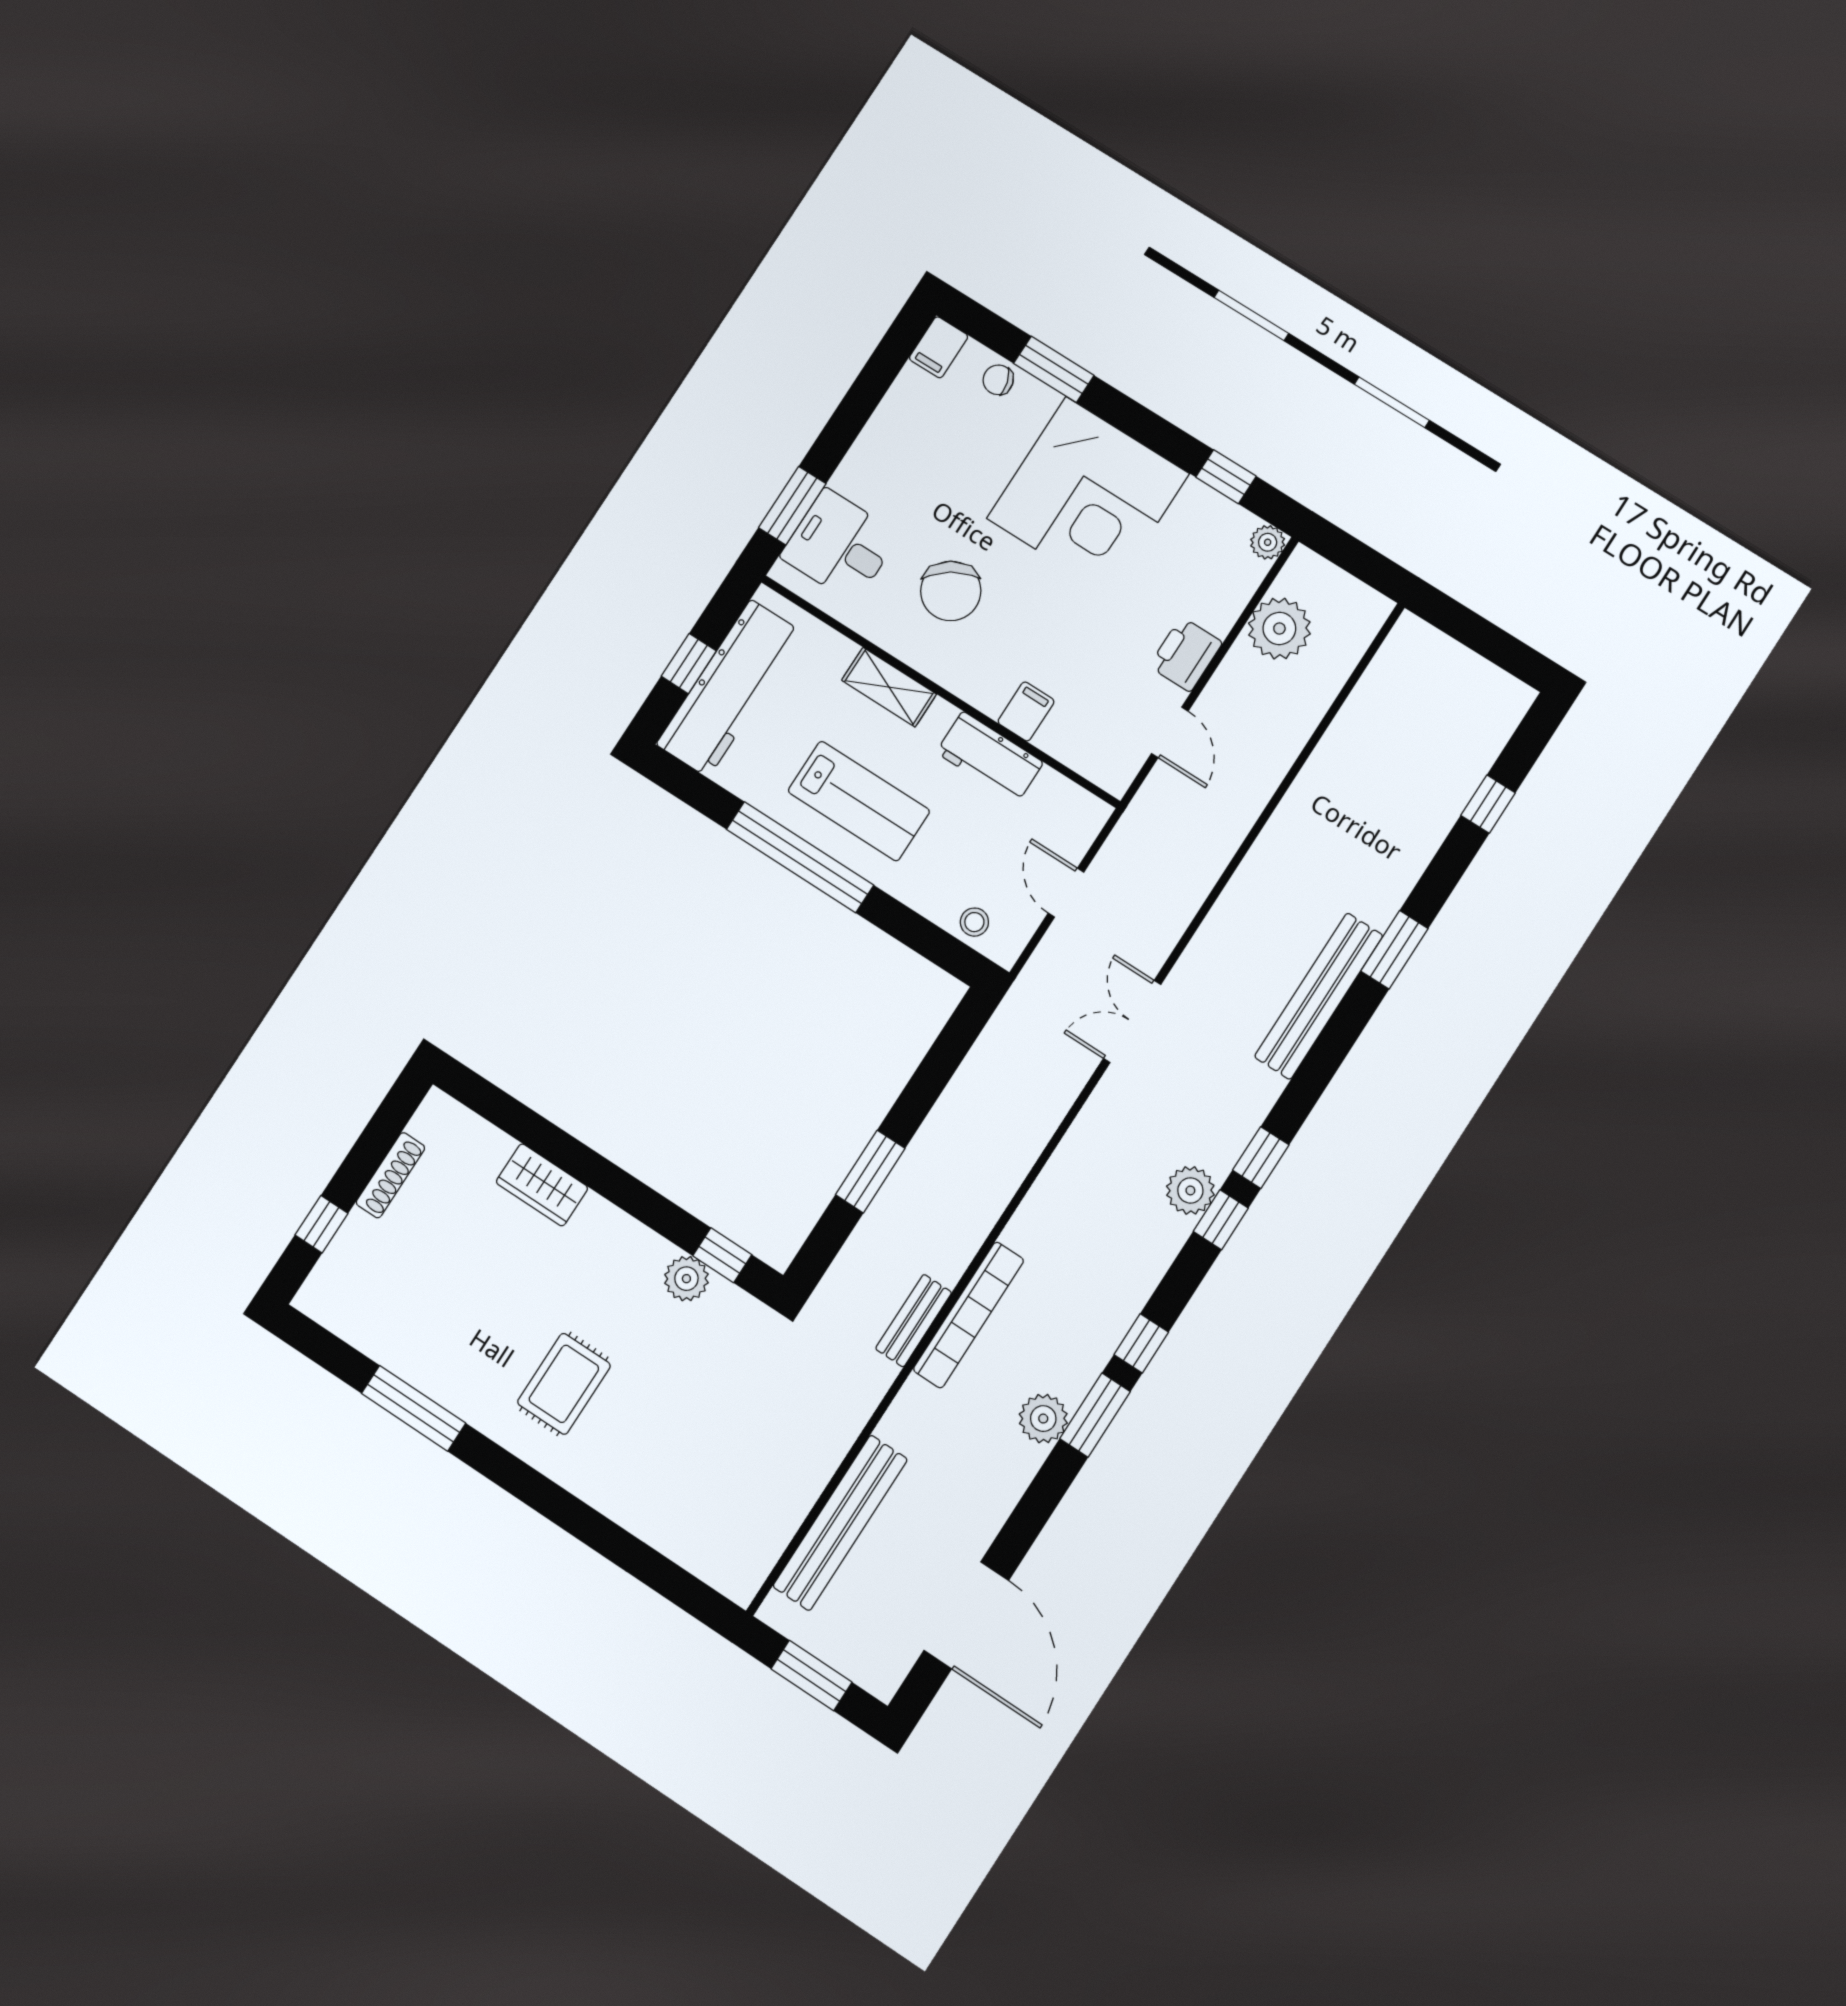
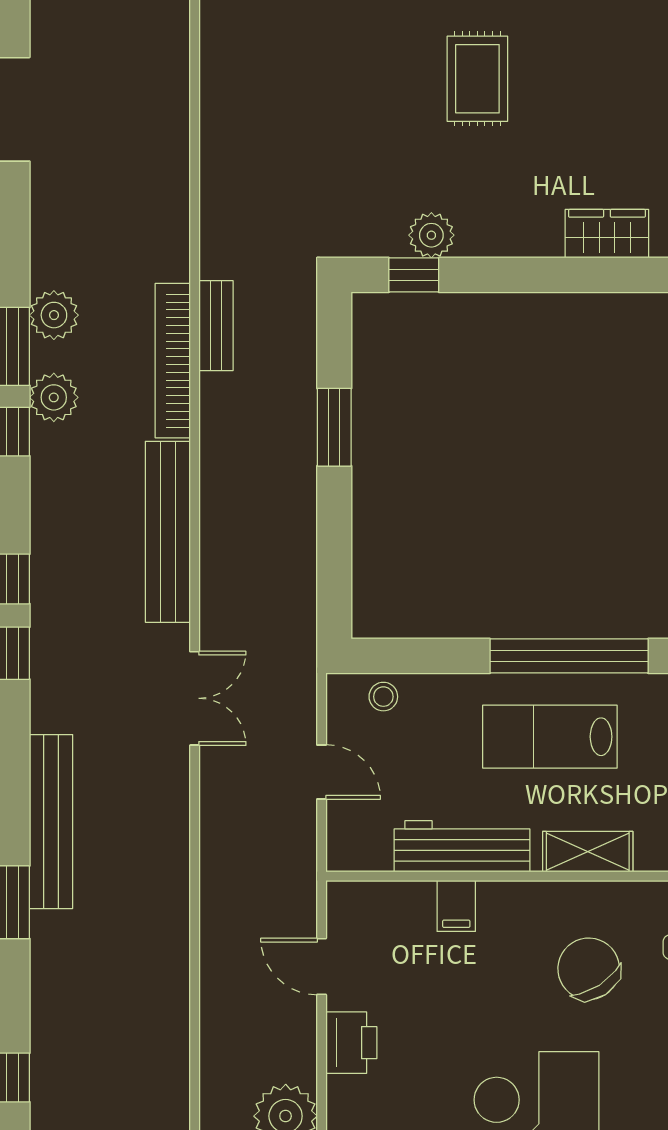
workbench: (990, 757) -> (462, 846), width x1.38
plant: (1190, 1190) -> (54, 397), moved
bench: (840, 1523) -> (168, 532), moved

